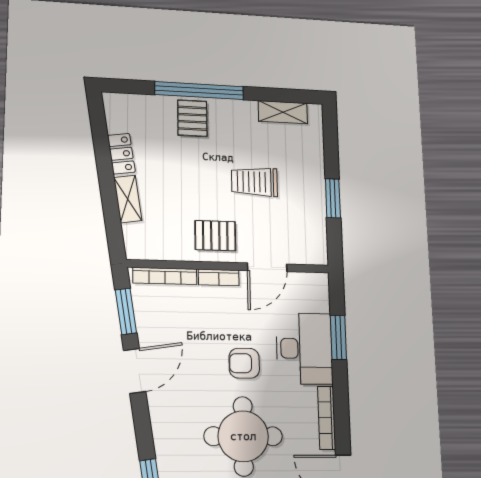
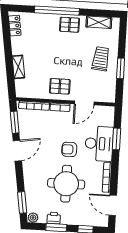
pallet: (192, 118) -> (70, 25), moved, turned 90
locker: (121, 154) -> (15, 26), moved
trolley: (255, 182) -> (101, 59), moved, turned 96

